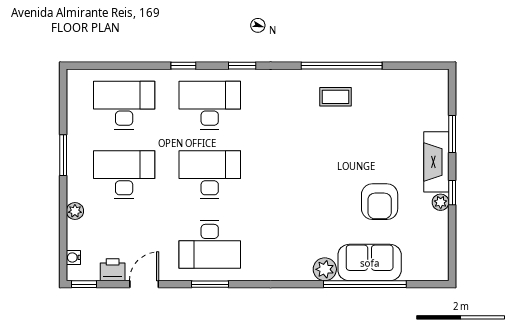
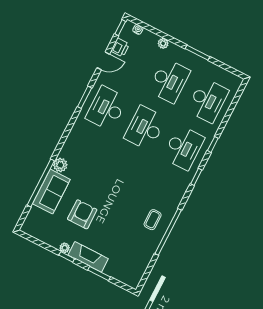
desk: (210, 175) -> (145, 128), turned 180
armchair: (380, 202) -> (82, 214), turned 90
door: (144, 284) -> (103, 61), hinge flipped

